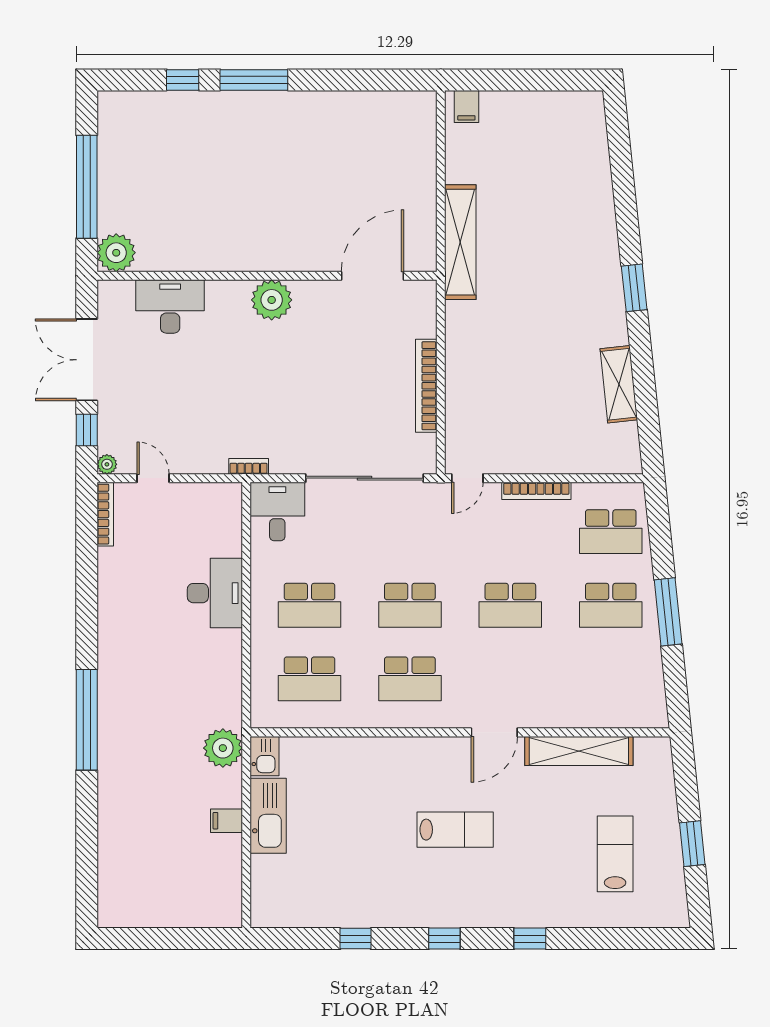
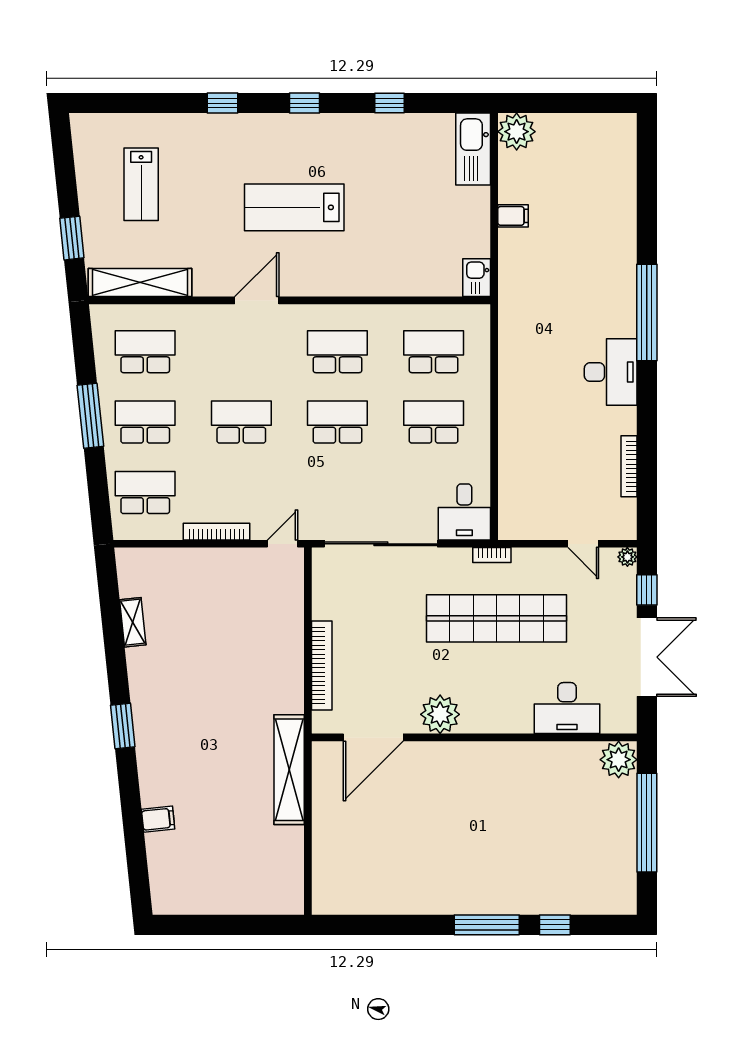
filing cabinet: (466, 107) -> (158, 819), moved, turned 84
plant: (272, 300) -> (440, 714), moved
shelving: (619, 384) -> (133, 622), width x0.67, depth x0.75
bookcase: (426, 386) -> (322, 666), moved
shop shelf: (244, 400) -> (497, 618), added
bookcase: (105, 514) -> (629, 466), moved
desk: (215, 593) -> (611, 372), moved, turned 180
school desk: (611, 679) -> (145, 352), added
plant: (223, 748) -> (517, 132), moved
shelving: (579, 751) -> (140, 283), moved
kitchen sink: (268, 816) -> (473, 149), moved
lab bench: (455, 830) -> (294, 207), width x1.36, depth x1.39
window: (692, 844) -> (72, 238), moved

